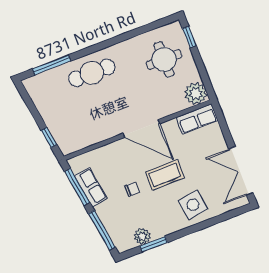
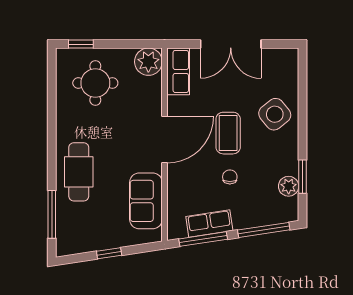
sofa: (89, 132) -> (146, 201), added
window: (49, 138) -> (109, 253), moved
double door: (241, 171) -> (231, 44), moved
side table: (193, 205) -> (275, 114), turned -31

